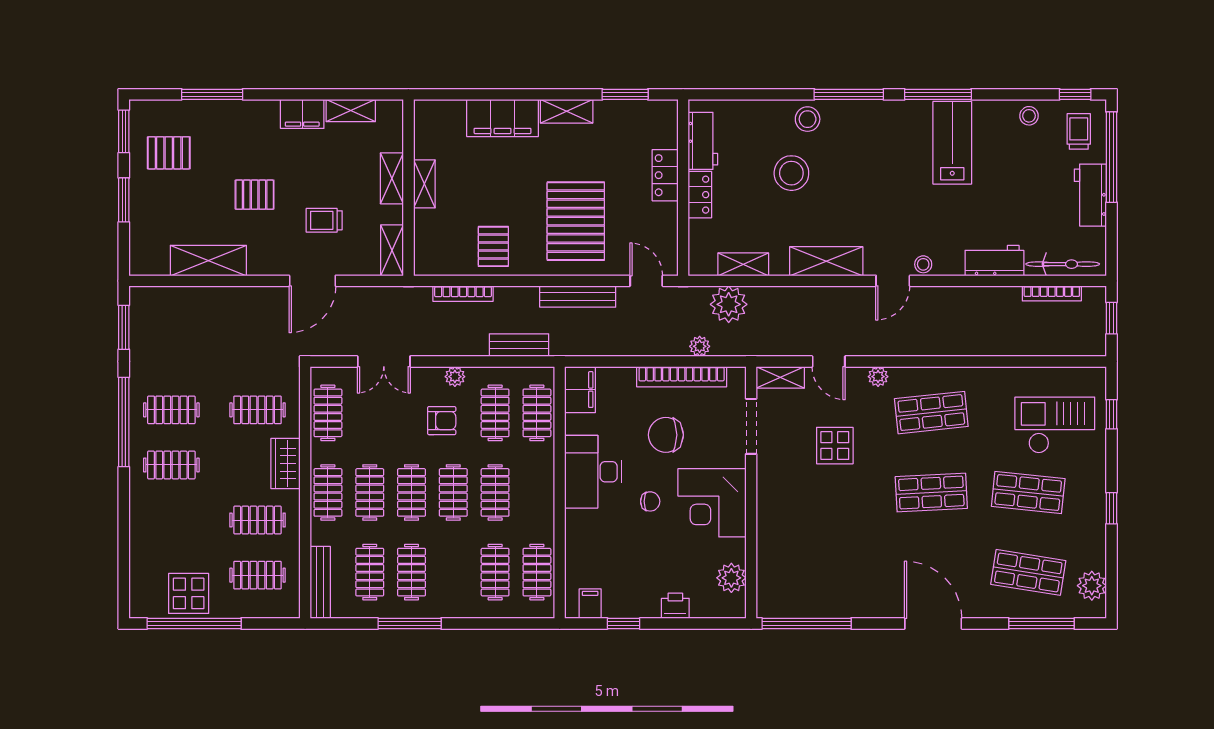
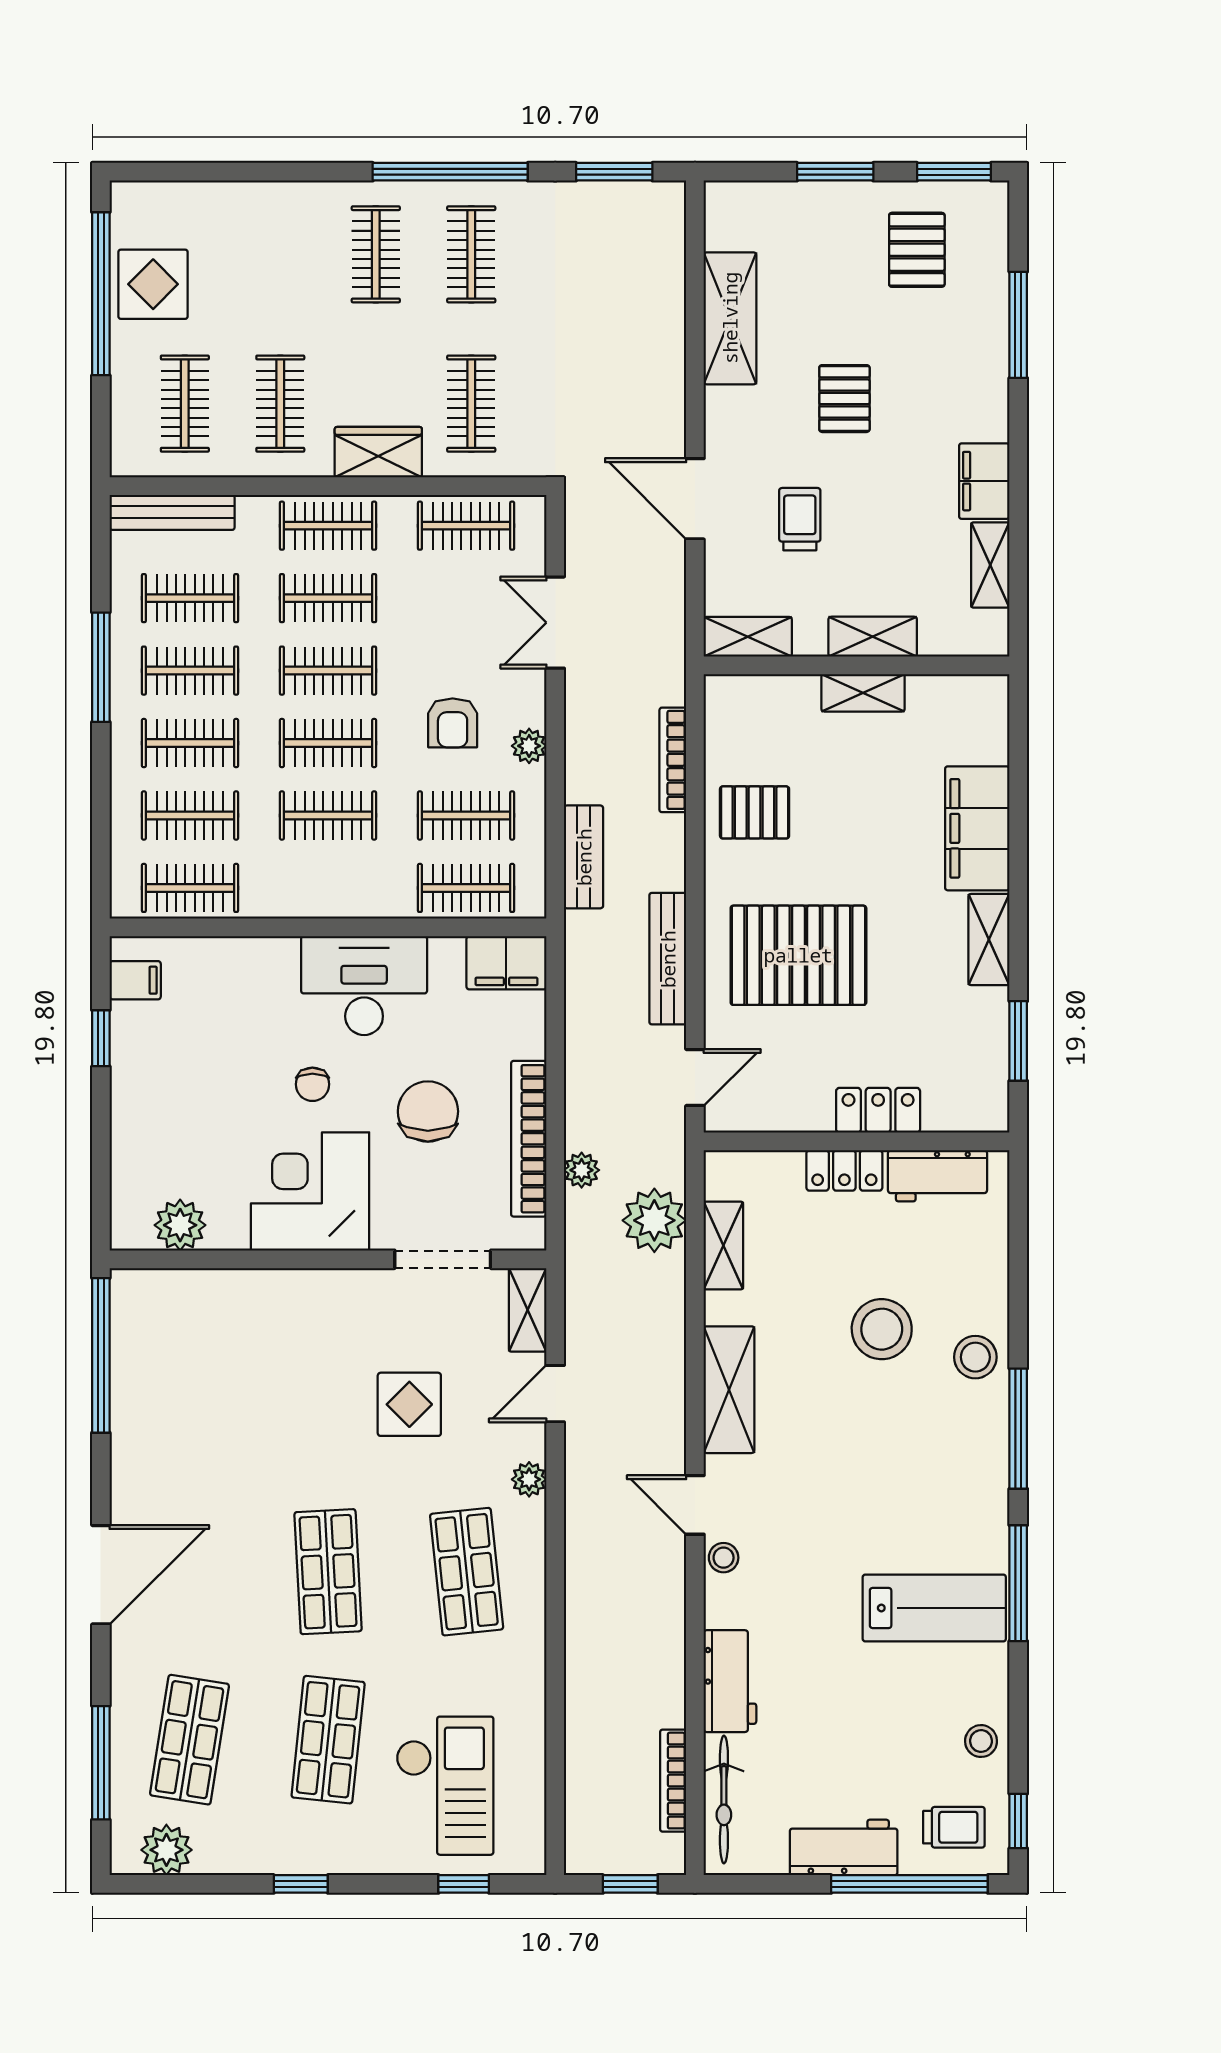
clothes rail: (453, 572) -> (190, 743), added
printer: (675, 606) -> (132, 1128), removed

